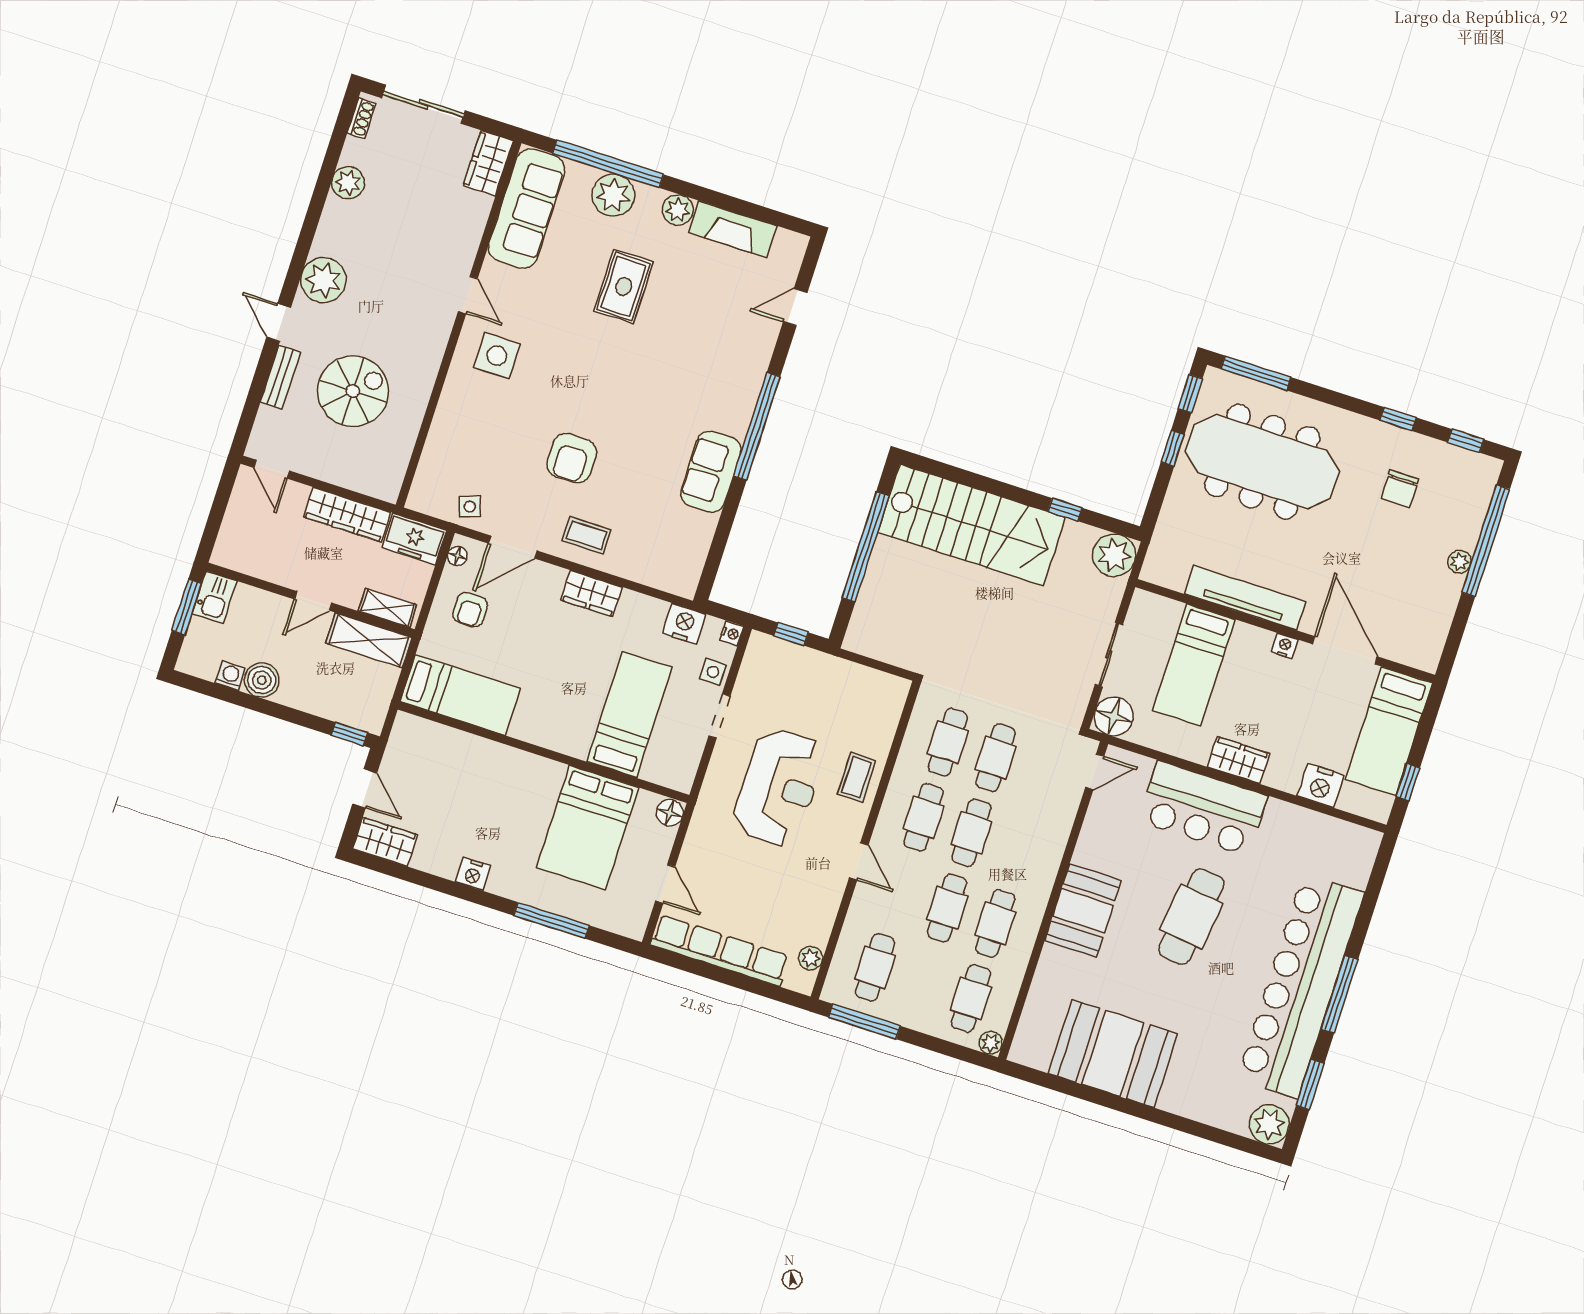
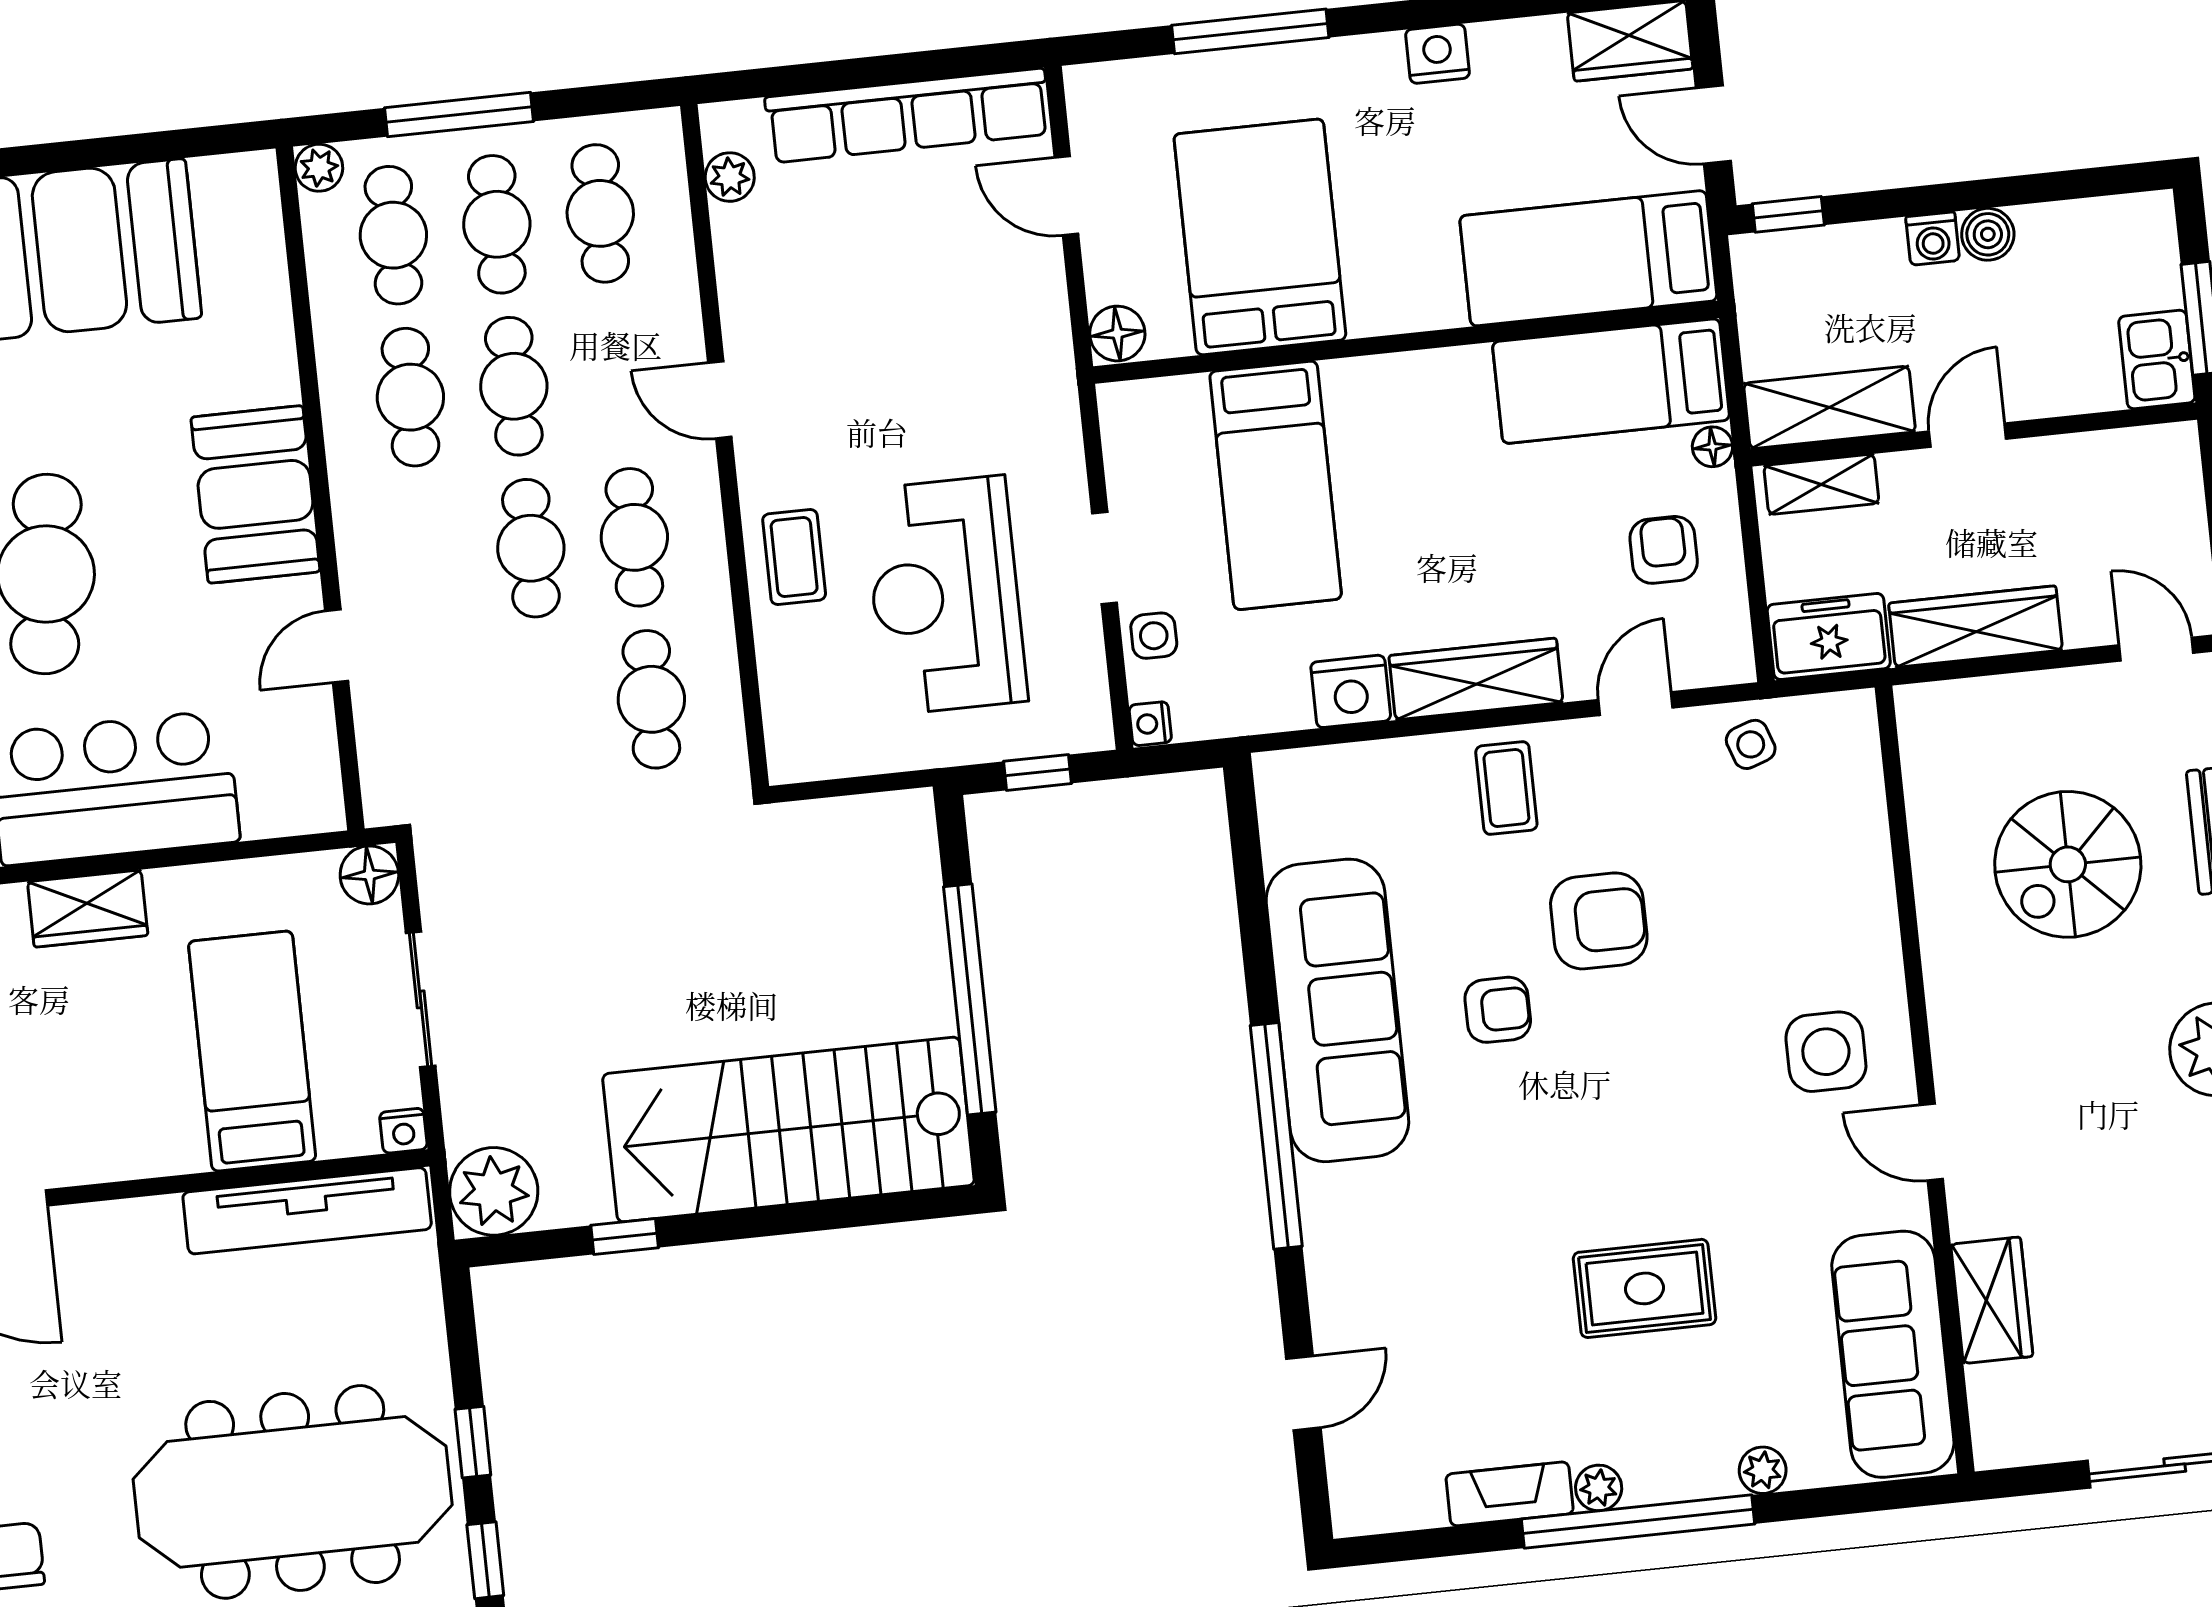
wardrobe: (488, 163) -> (1992, 1300), moved
window: (608, 164) -> (1638, 1521), moved
plant: (613, 195) -> (1763, 1470), width x0.53, depth x0.53
plant: (678, 210) -> (1599, 1488), width x0.73, depth x0.73
fireplace: (733, 229) -> (1510, 1494), width x0.73, depth x0.76
rug: (624, 286) -> (1644, 1288), turned 90
armchair: (634, 439) -> (1498, 1010), added
armchair: (572, 458) -> (1599, 921), turned 90
sofa: (711, 472) -> (1337, 1010), width x1.85, depth x1.27
coffee table: (587, 535) -> (1506, 788), turned 90
door: (513, 547) -> (1635, 704), width x0.73
floor lamp: (457, 556) -> (1712, 447), moved
wardrobe: (592, 594) -> (1476, 679), width x1.50
tv unit: (1245, 598) -> (307, 1211), moved
nightstand: (684, 624) -> (1351, 691), moved
nightstand: (1285, 646) -> (403, 1131), moved
washing machine: (230, 676) -> (1933, 239), moved
boiler: (262, 680) -> (1988, 234), width x0.73, depth x0.73
floor lamp: (1114, 716) -> (369, 875), width x0.73, depth x0.73
bed: (446, 754) -> (1588, 258), added
cafe table: (996, 758) -> (497, 224), moved
door: (1095, 772) -> (337, 646), moved
reception desk: (779, 787) -> (945, 595), moved
window: (864, 1022) -> (459, 115), moved

